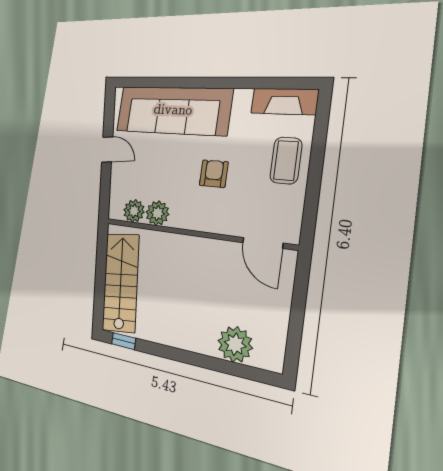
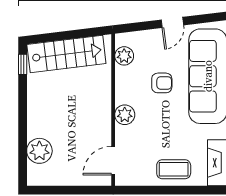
armchair: (214, 174) -> (162, 83), moved
plant: (157, 213) -> (125, 115), moved

